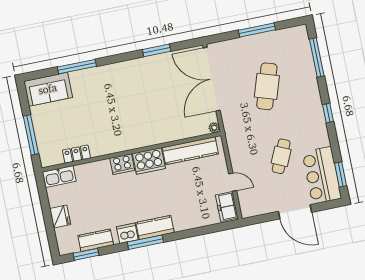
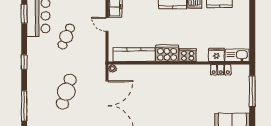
fridge: (60, 216) -> (216, 55), moved, turned 90

